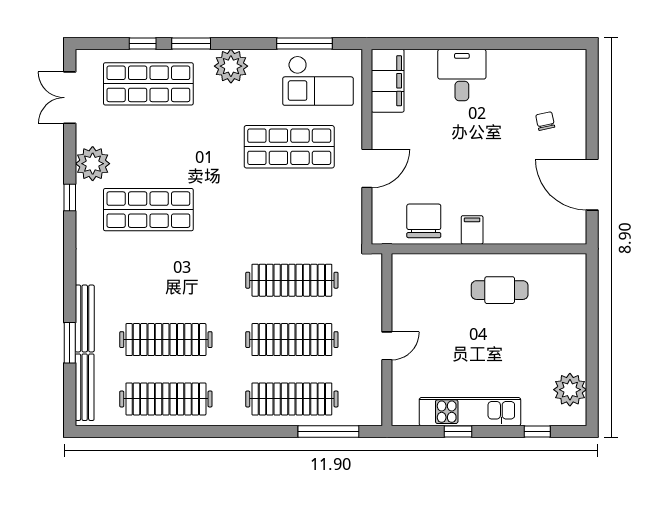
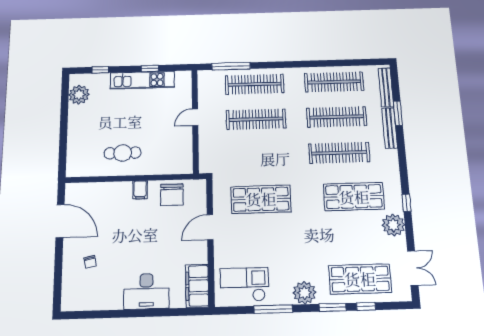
window: (305, 44) -> (273, 309), moved
desk: (462, 75) -> (146, 291), width x1.37
shop shelf: (289, 147) -> (261, 199), moved
clothes rail: (292, 280) -> (339, 153), moved

